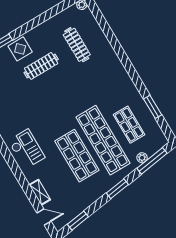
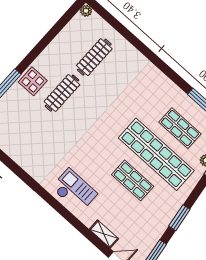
clothes rail: (77, 45) -> (94, 57), turned 90
shop shelf: (77, 156) -> (133, 180), width x0.70, depth x0.74
window: (117, 189) -> (179, 218), moved

